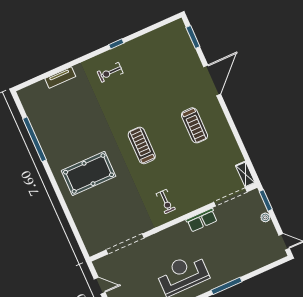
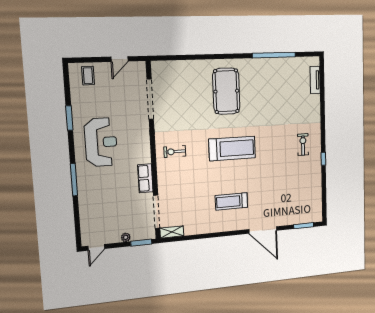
tv unit: (60, 78) -> (315, 80), moved
treadmill: (142, 145) -> (232, 148), width x1.37, depth x1.38

